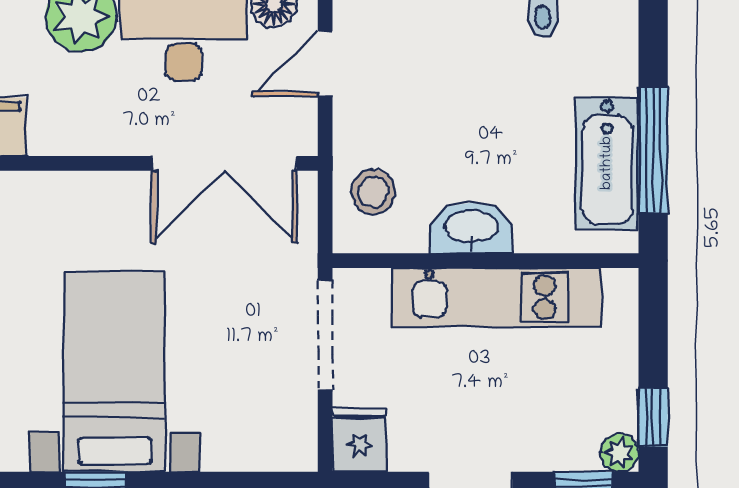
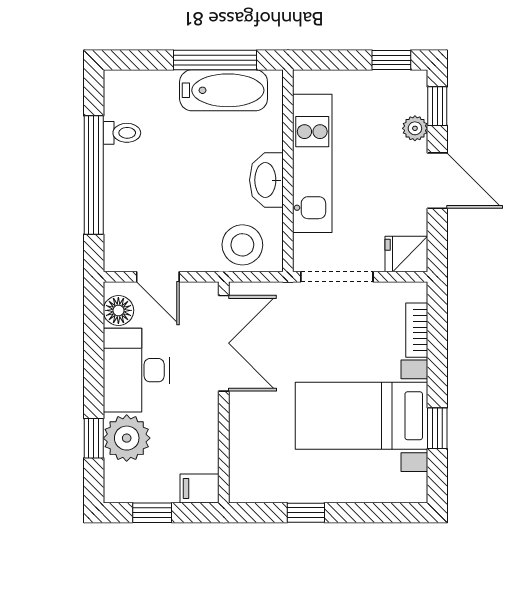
stool: (373, 192) -> (242, 245), width x1.38, depth x1.38
plant: (619, 453) -> (415, 128), moved
bookcase: (244, 455) -> (417, 330), added

